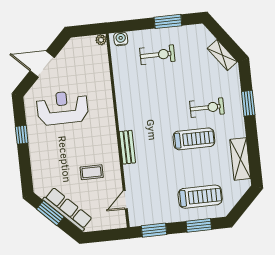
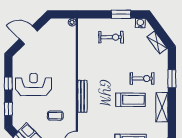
water cooler: (121, 39) -> (140, 23), moved
reception desk: (62, 108) -> (34, 85), moved
bench: (127, 147) -> (82, 96), width x1.36
shelving: (240, 159) -> (162, 107), moved
window: (25, 170) -> (8, 109), added

